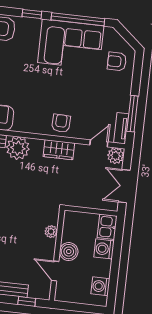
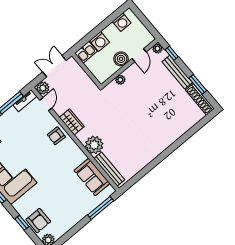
window: (32, 14) -> (22, 223), moved
door: (99, 143) -> (46, 104), swing flipped
double door: (124, 186) -> (54, 66), swing flipped
plant: (44, 293) -> (157, 49), added

